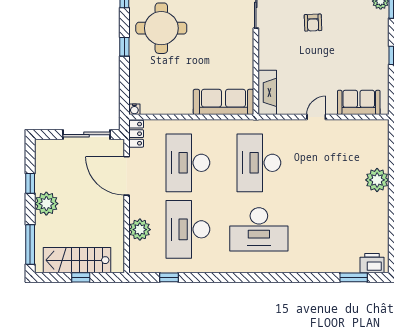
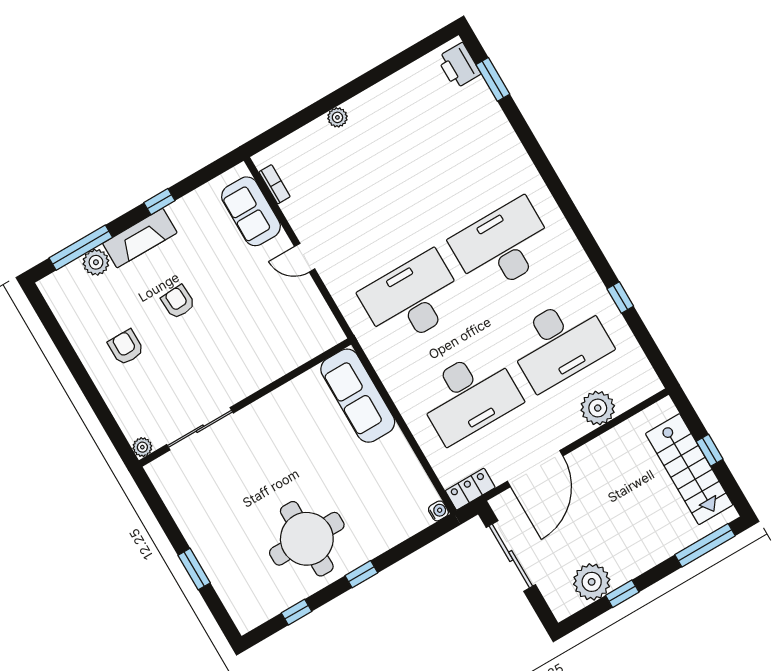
armchair: (313, 23) -> (178, 302), moved, turned -91
fireplace: (267, 92) -> (140, 238), moved, turned 180
bookcase: (366, 124) -> (275, 184), added
desk: (259, 163) -> (412, 299), turned 180
plant: (377, 180) -> (337, 117), width x0.53, depth x0.53
plant: (46, 204) -> (592, 582), moved
desk: (259, 229) -> (503, 246), turned -90
window: (169, 277) -> (620, 297), moved

